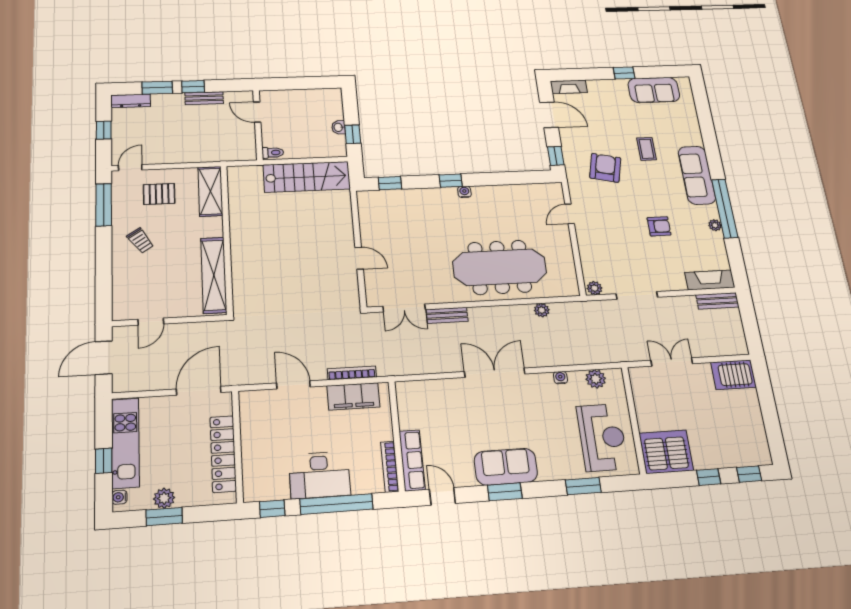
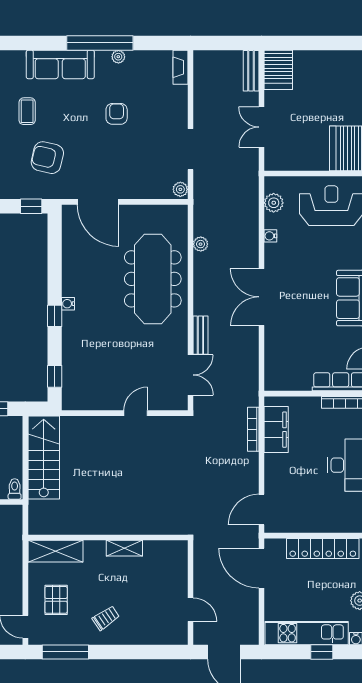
coffee table: (647, 149) -> (27, 111), turned 90
door: (570, 214) -> (98, 202), width x1.87
shelving: (214, 275) -> (124, 548), width x0.45, depth x0.75
fireplace: (710, 280) -> (180, 67), width x0.73, depth x0.76
bench: (717, 301) -> (251, 71), moved
door: (293, 385) -> (261, 510), moved

